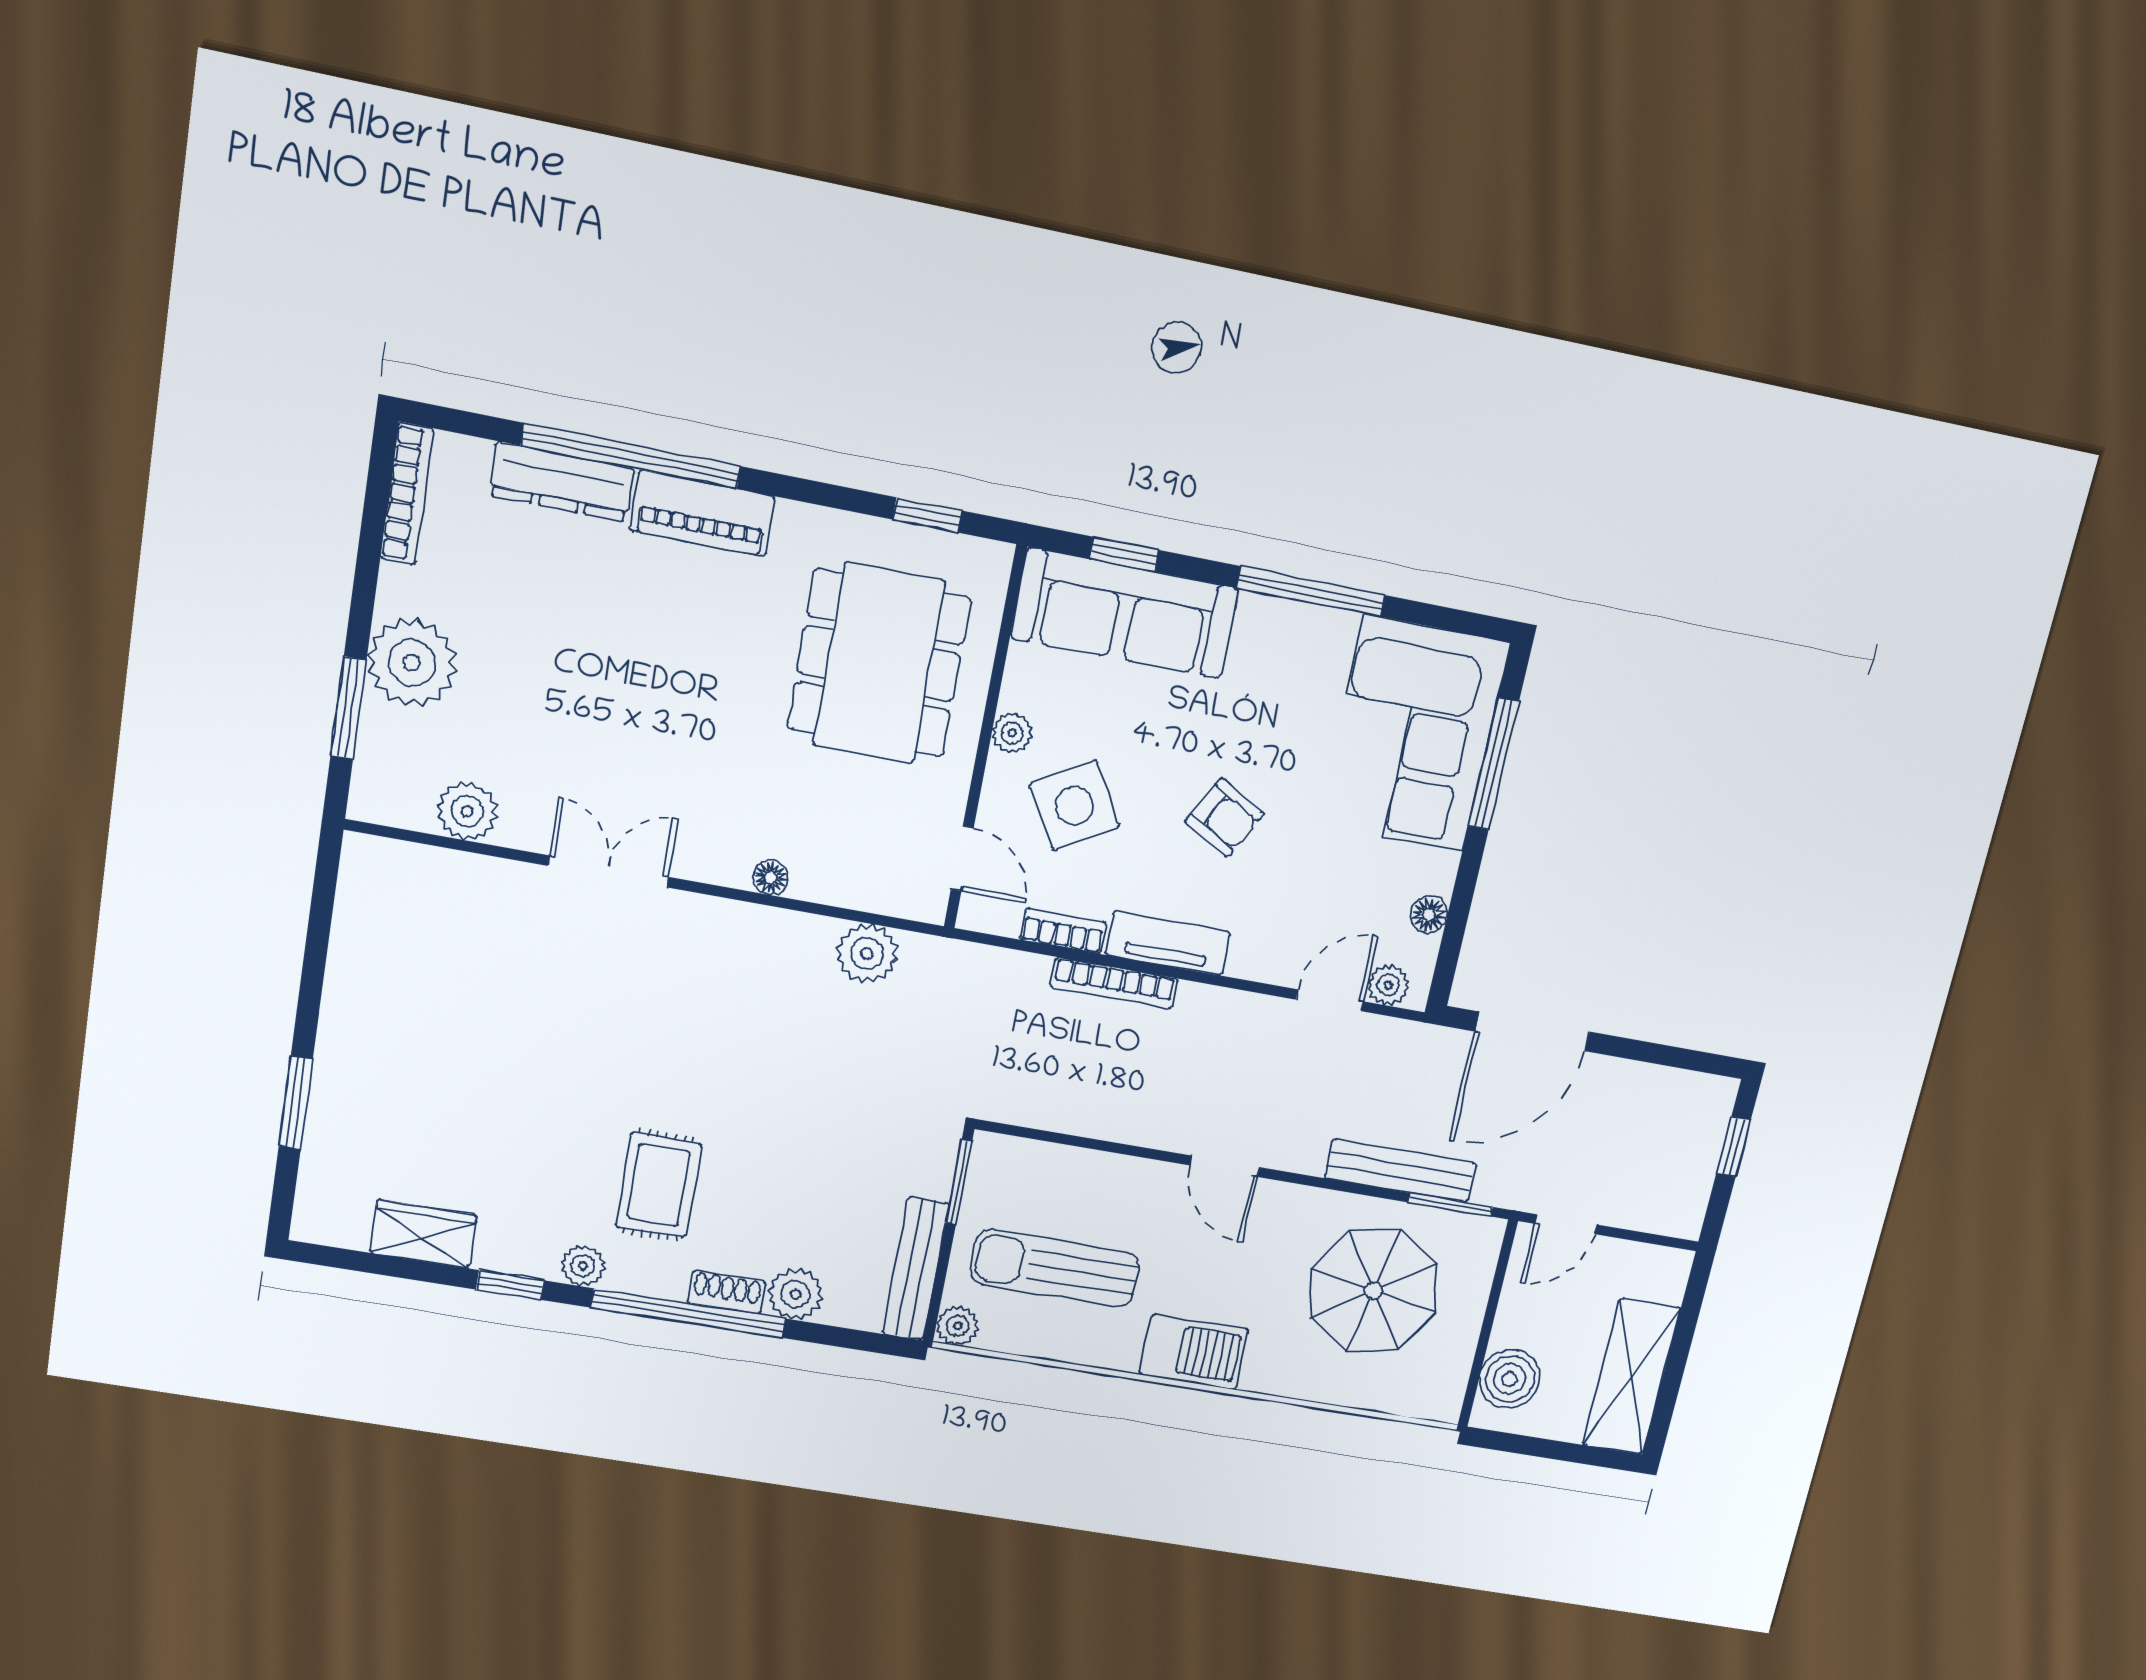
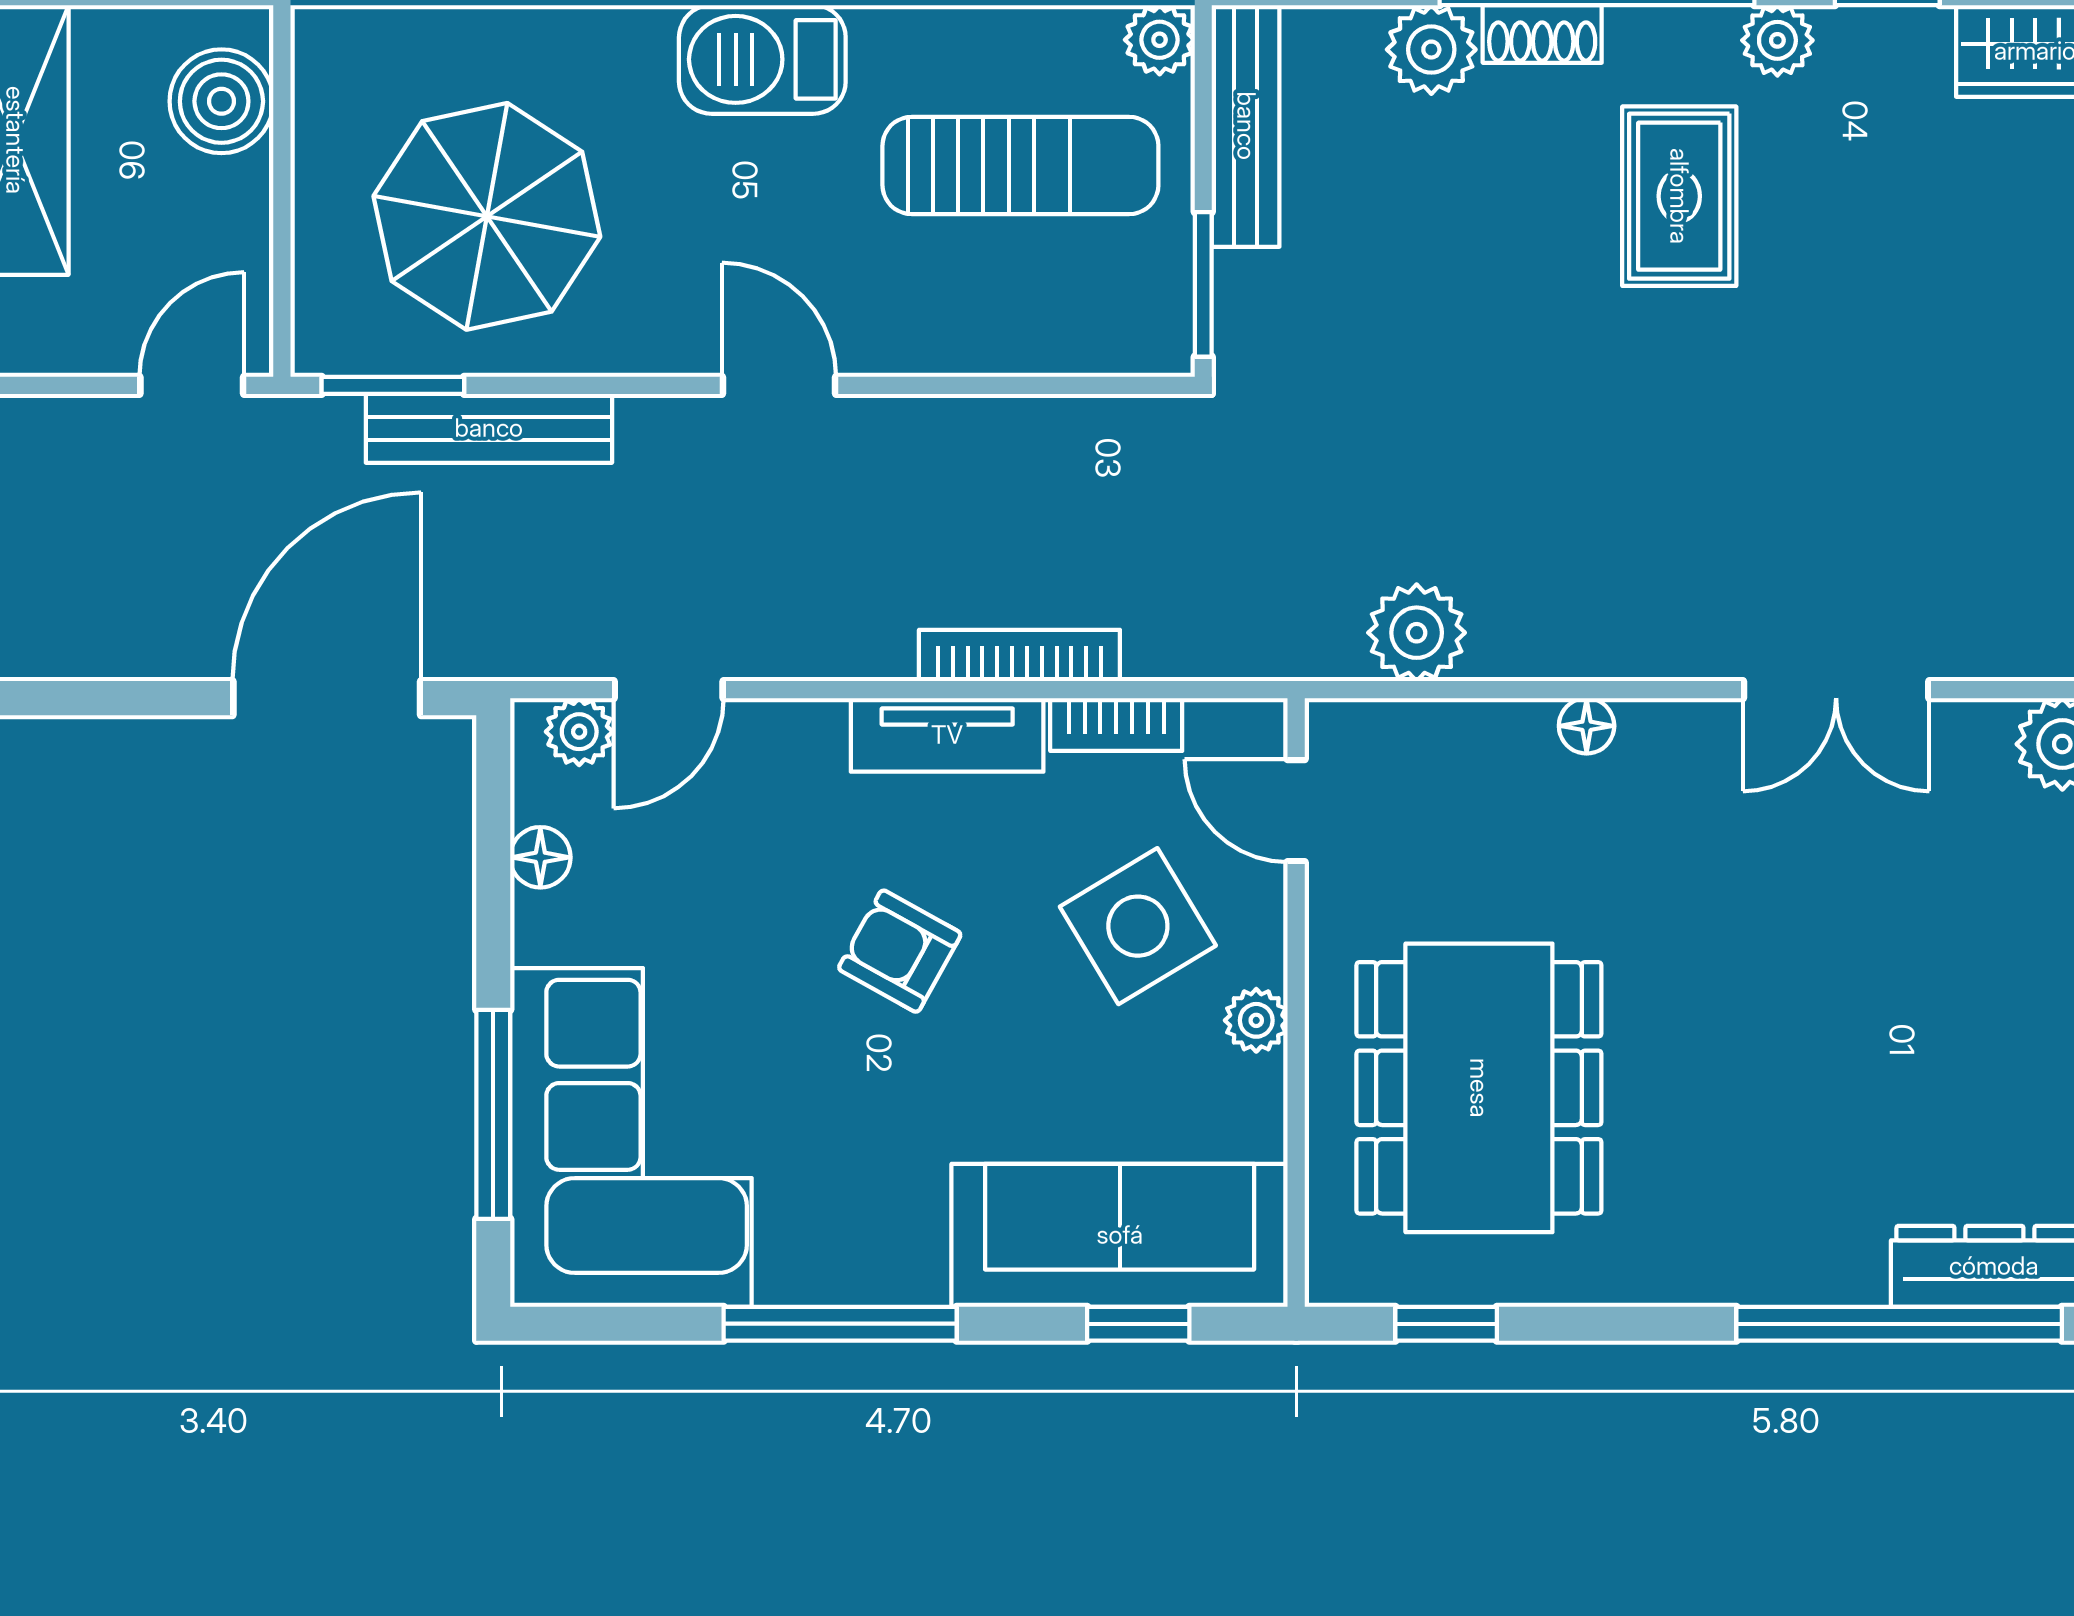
piano: (703, 513) -> (1781, 1261), removed

